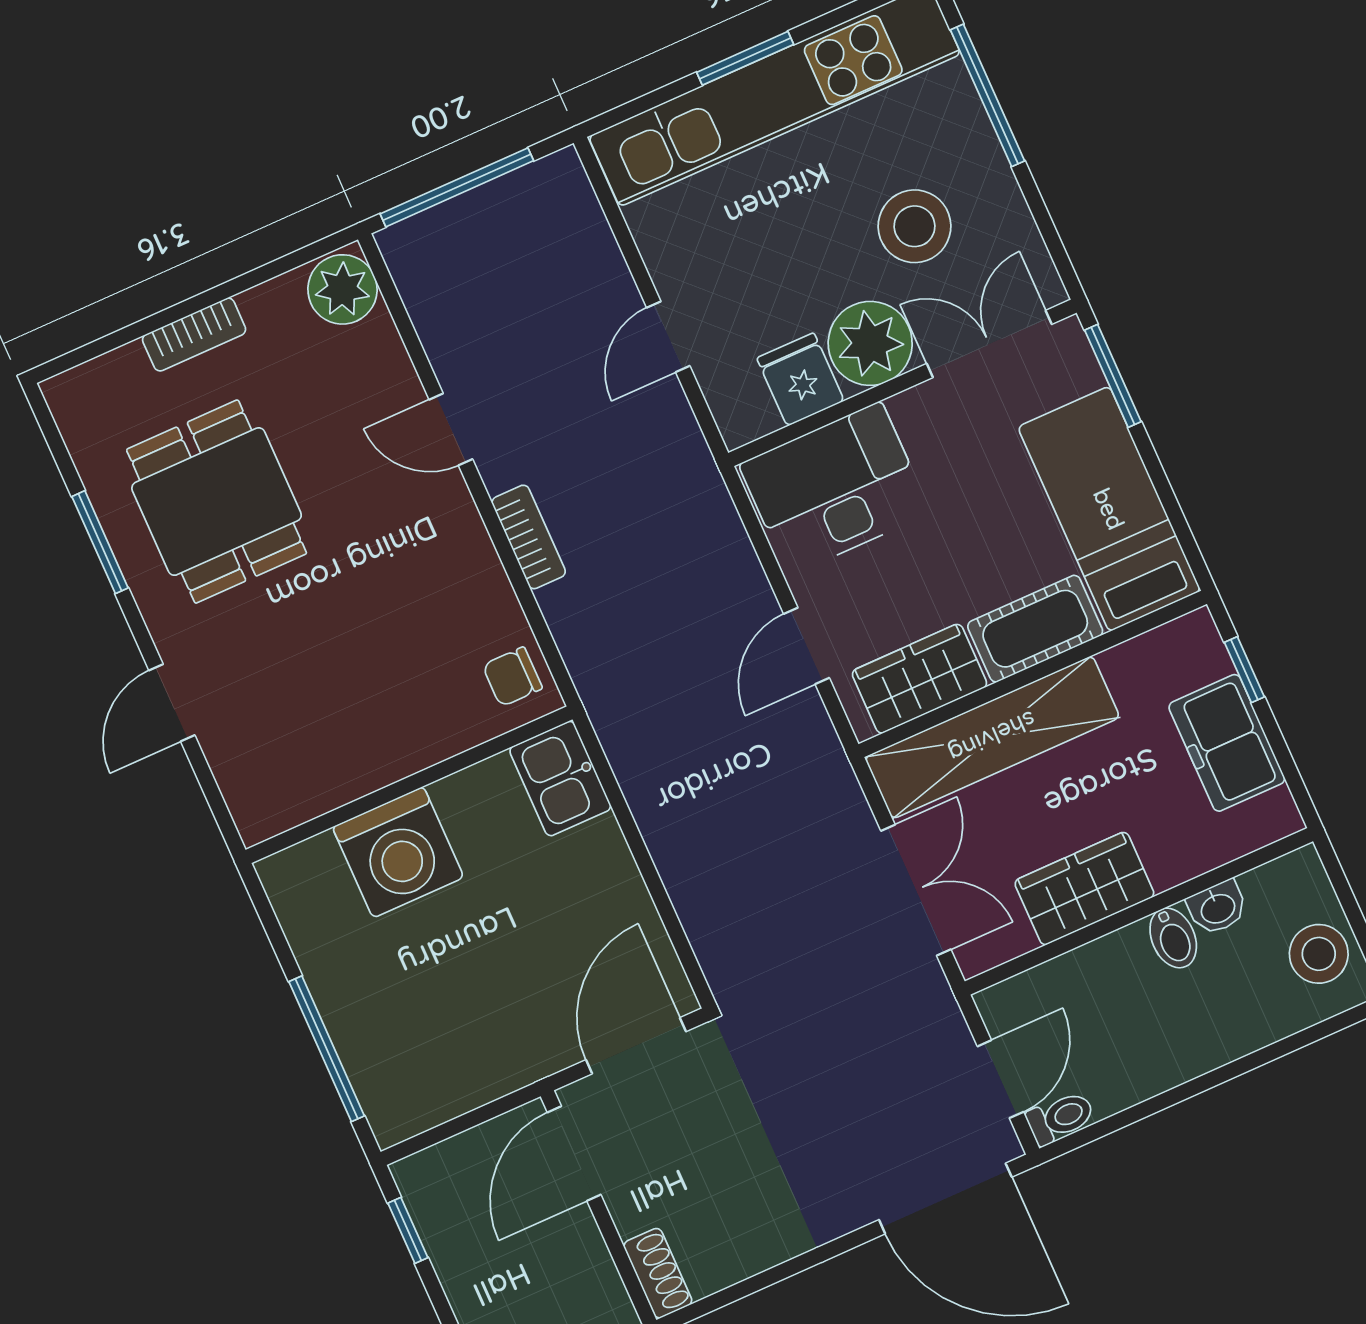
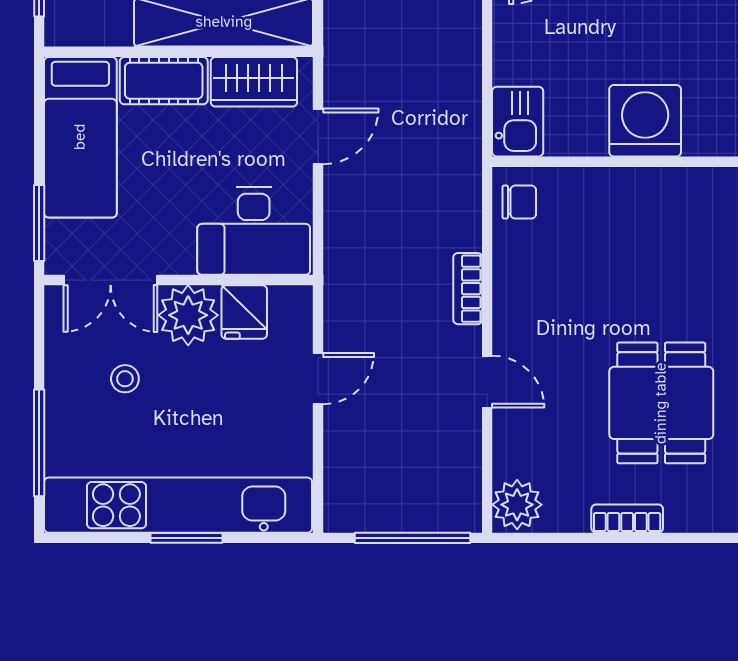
stool: (915, 226) -> (125, 379), width x0.53, depth x0.53

